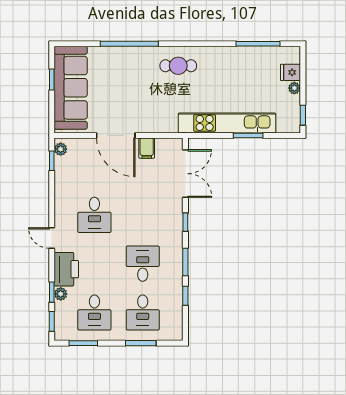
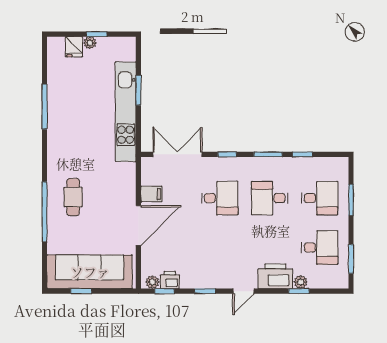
window: (258, 44) -> (45, 107), moved
cafe table: (178, 66) -> (73, 197), moved
window: (303, 115) -> (96, 34), moved
printer: (63, 166) -> (170, 280), added
desk: (94, 215) -> (220, 198), moved
window: (52, 321) -> (205, 291), moved

